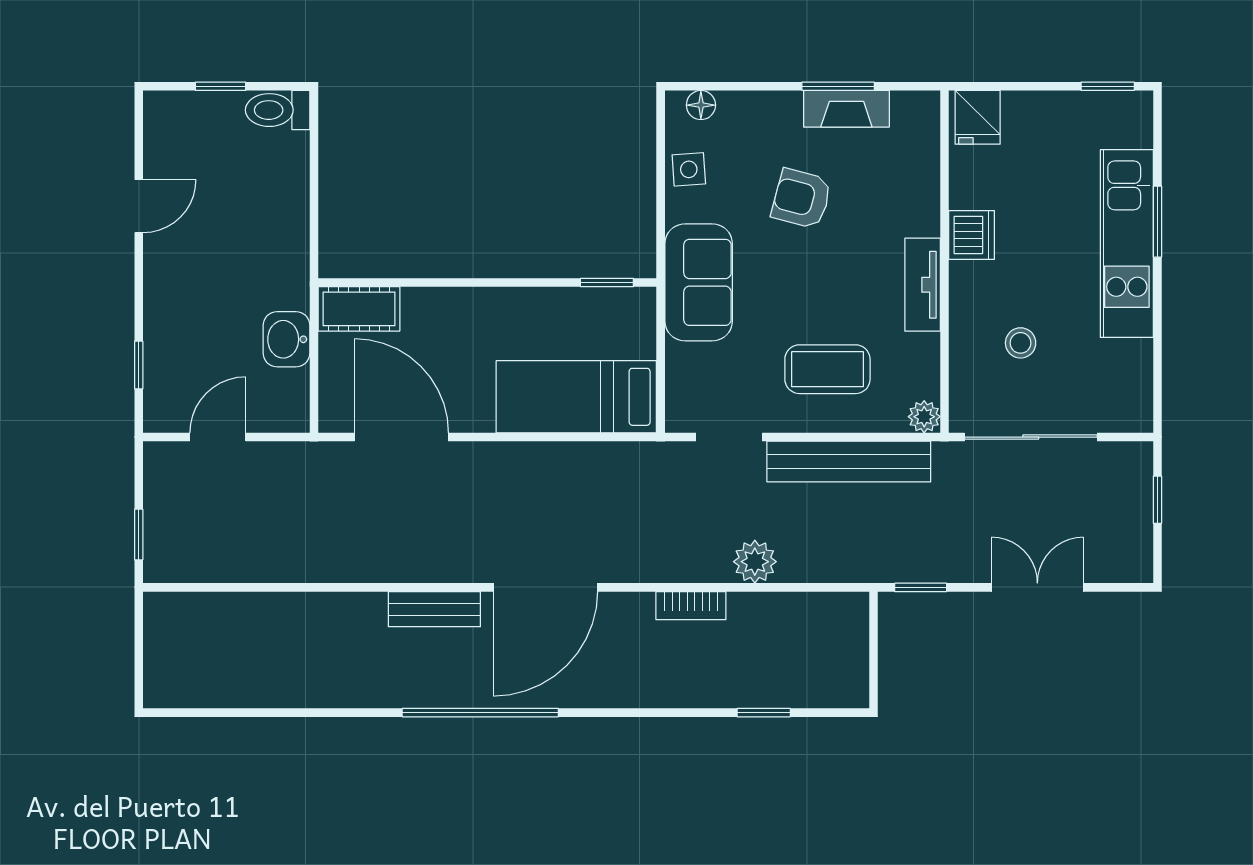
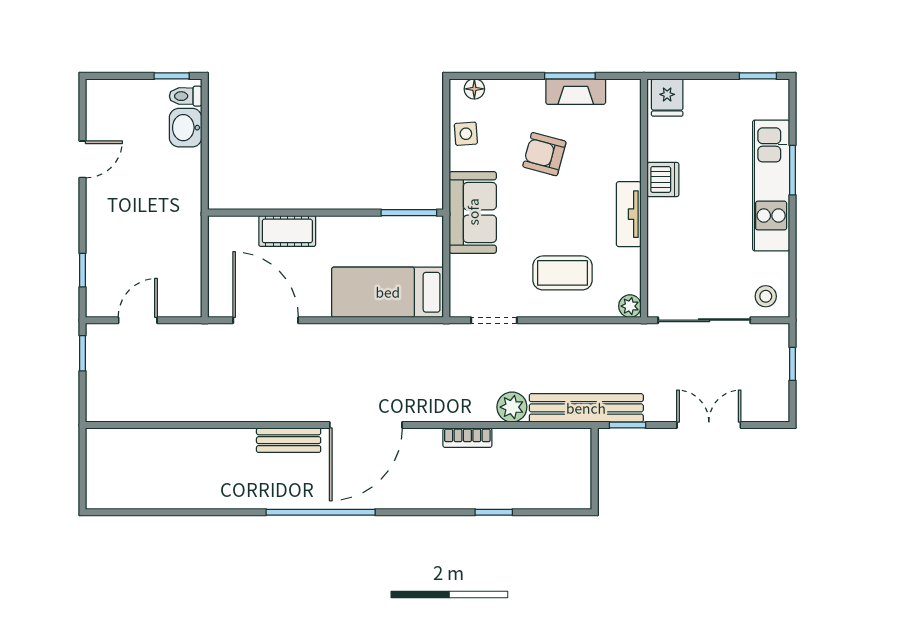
window: (221, 86) -> (172, 76), moved
toilet: (278, 110) -> (186, 96), width x0.73, depth x0.72
window: (607, 283) -> (409, 213), width x1.50
cot: (359, 309) -> (287, 231), moved
washbasin: (286, 339) -> (186, 128), moved
stool: (1021, 343) -> (766, 296), moved
bench: (849, 462) -> (586, 408), moved
window: (139, 535) -> (83, 353), moved
window: (764, 713) -> (494, 512), moved

